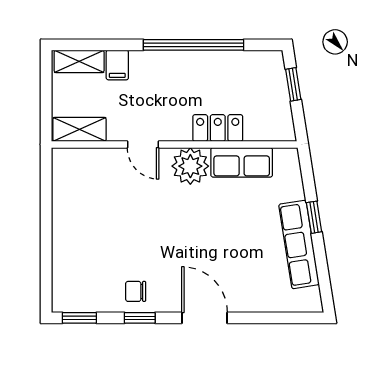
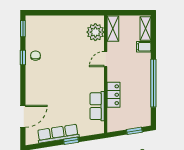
plant: (190, 166) -> (95, 32), moved
door: (205, 318) -> (23, 116), moved

